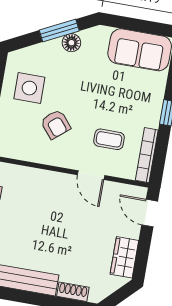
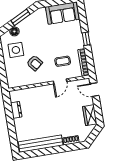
floor lamp: (71, 43) -> (14, 31), moved
door: (91, 175) -> (60, 81), hinge flipped

